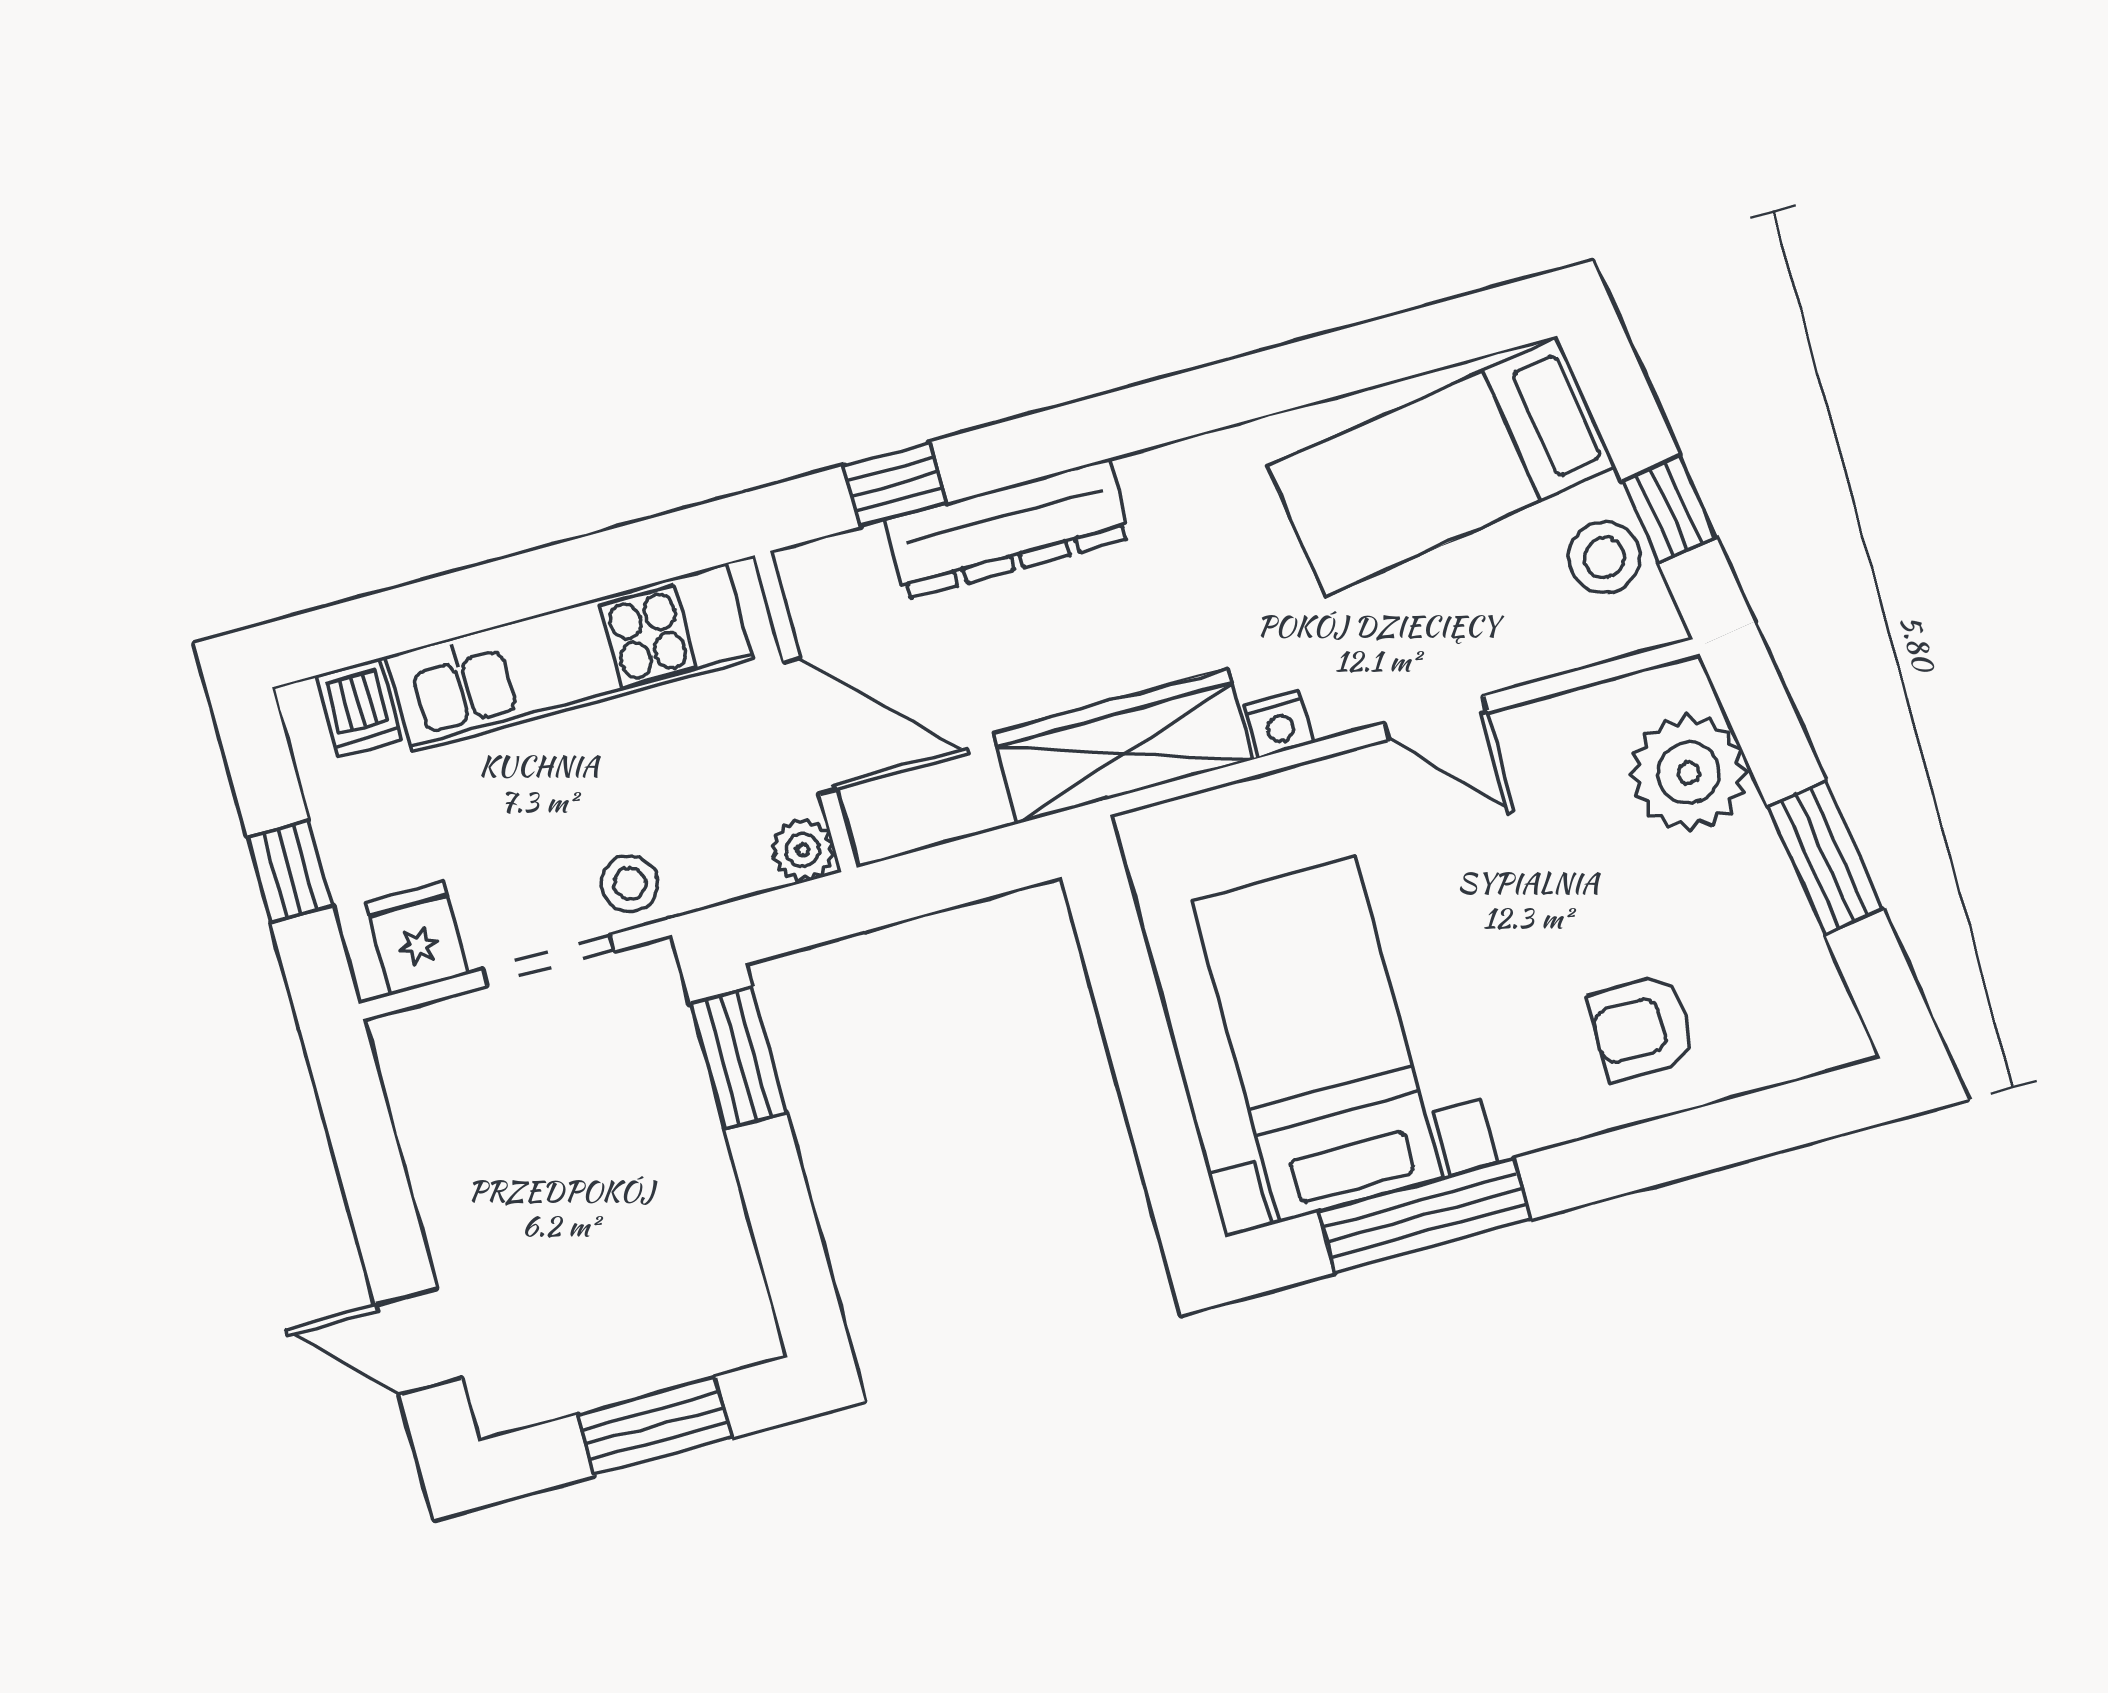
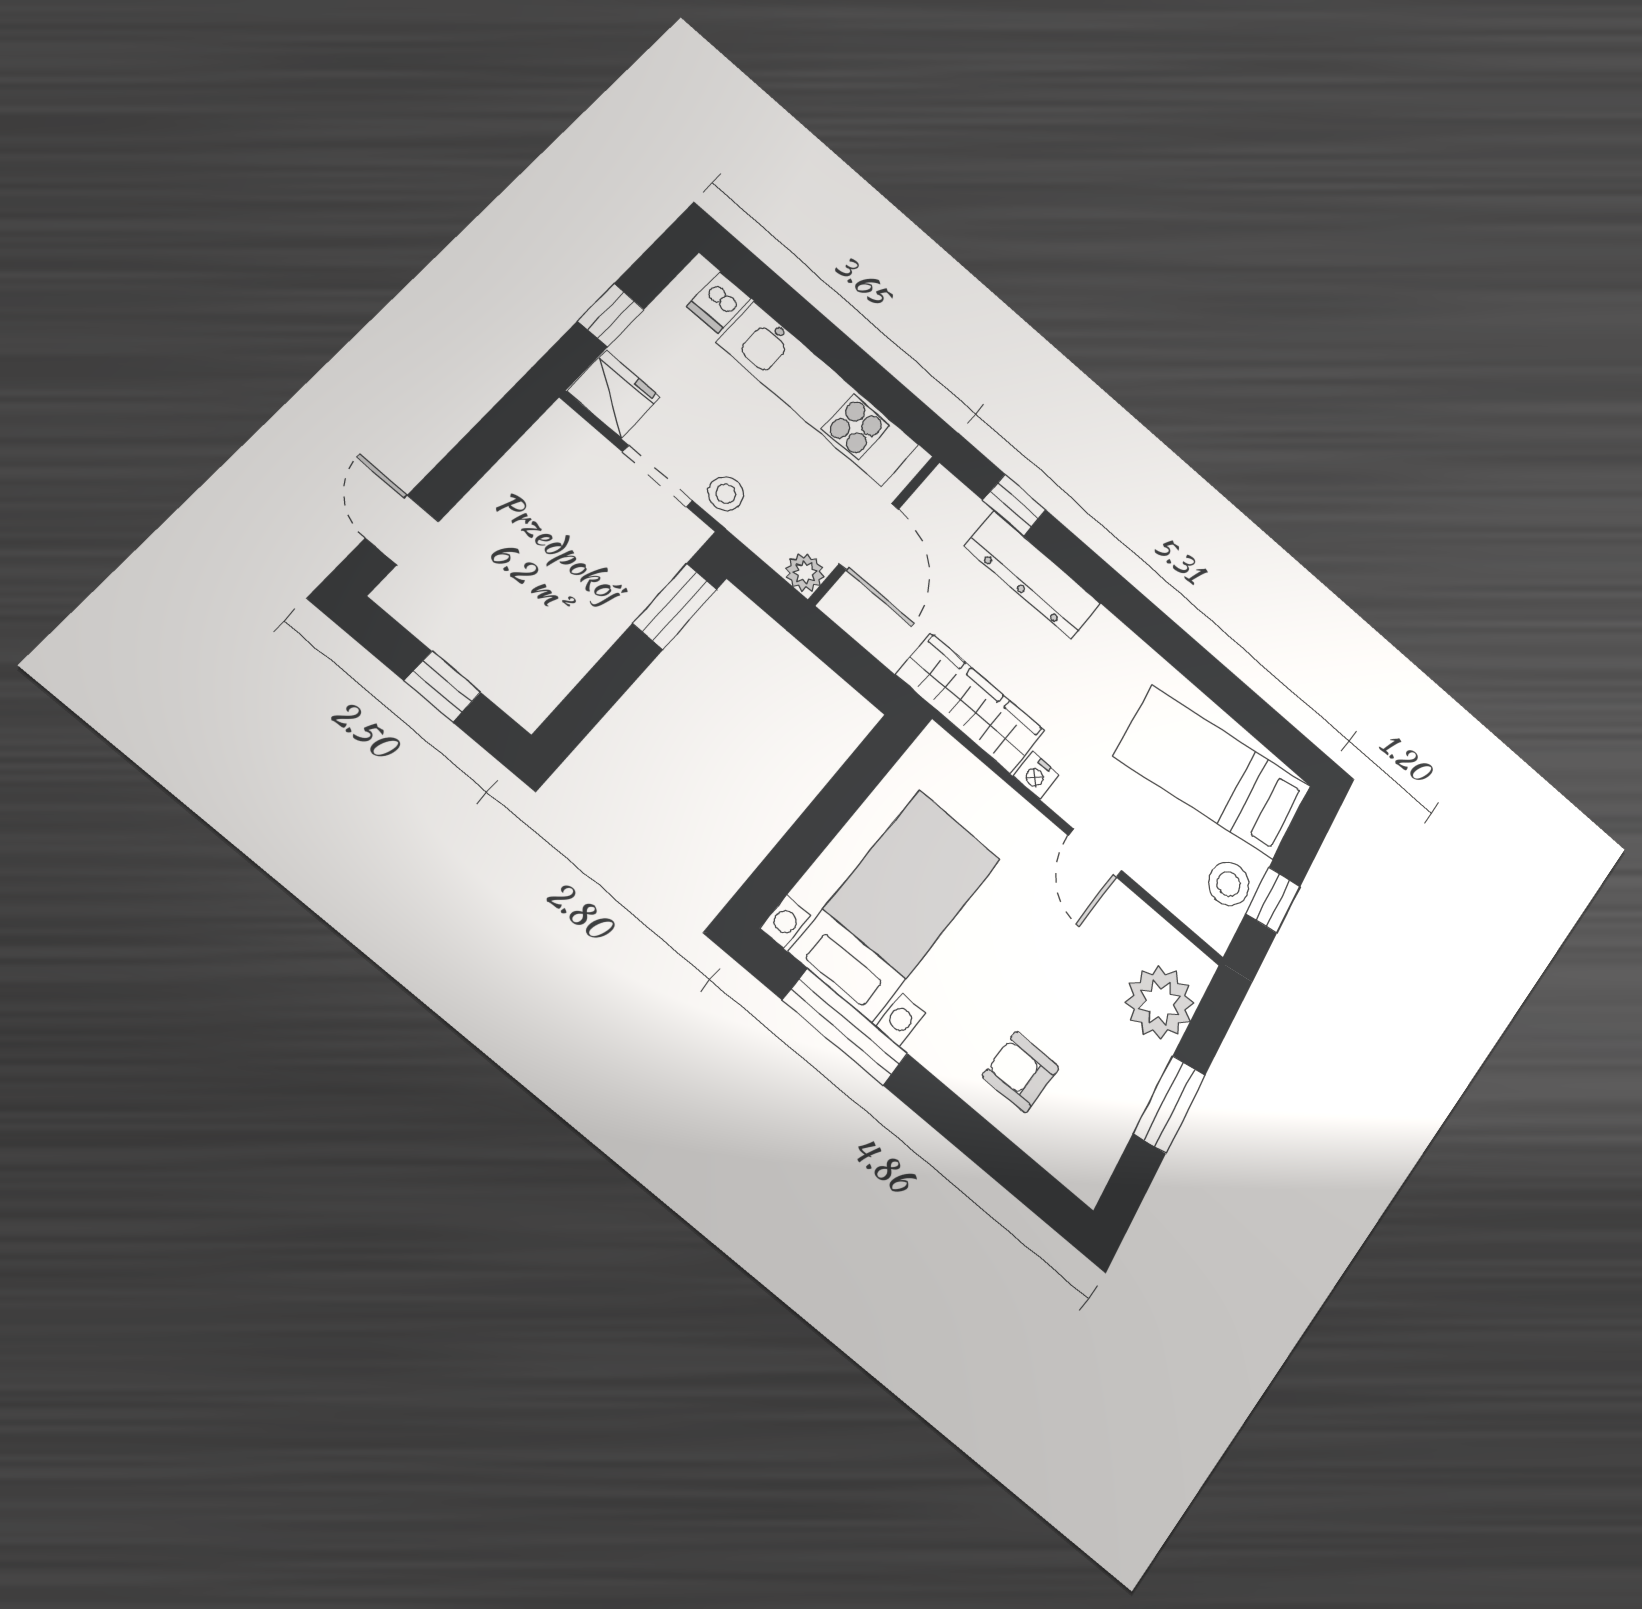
fridge: (417, 938) -> (614, 394), width x1.38
window: (654, 1426) -> (442, 687), width x0.67

